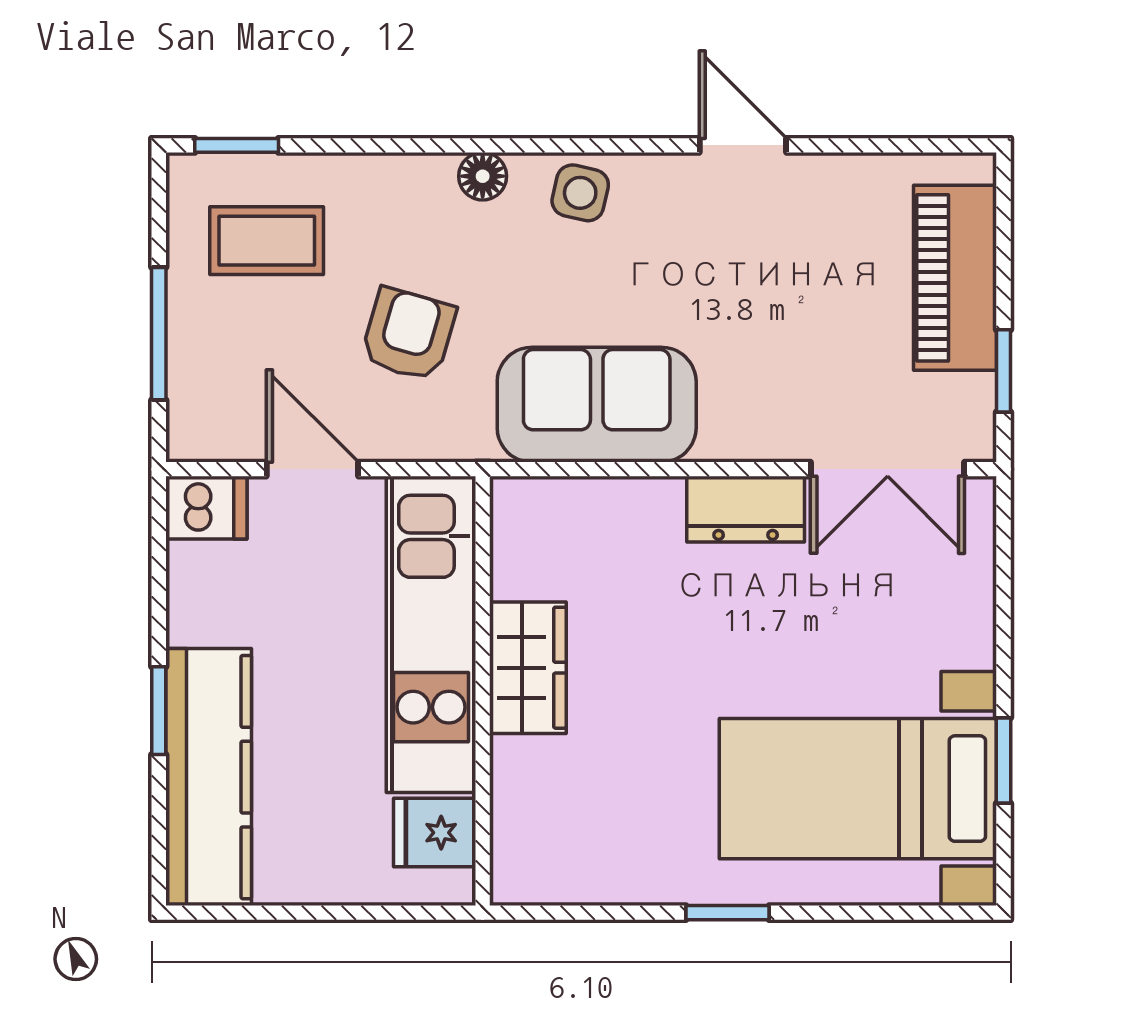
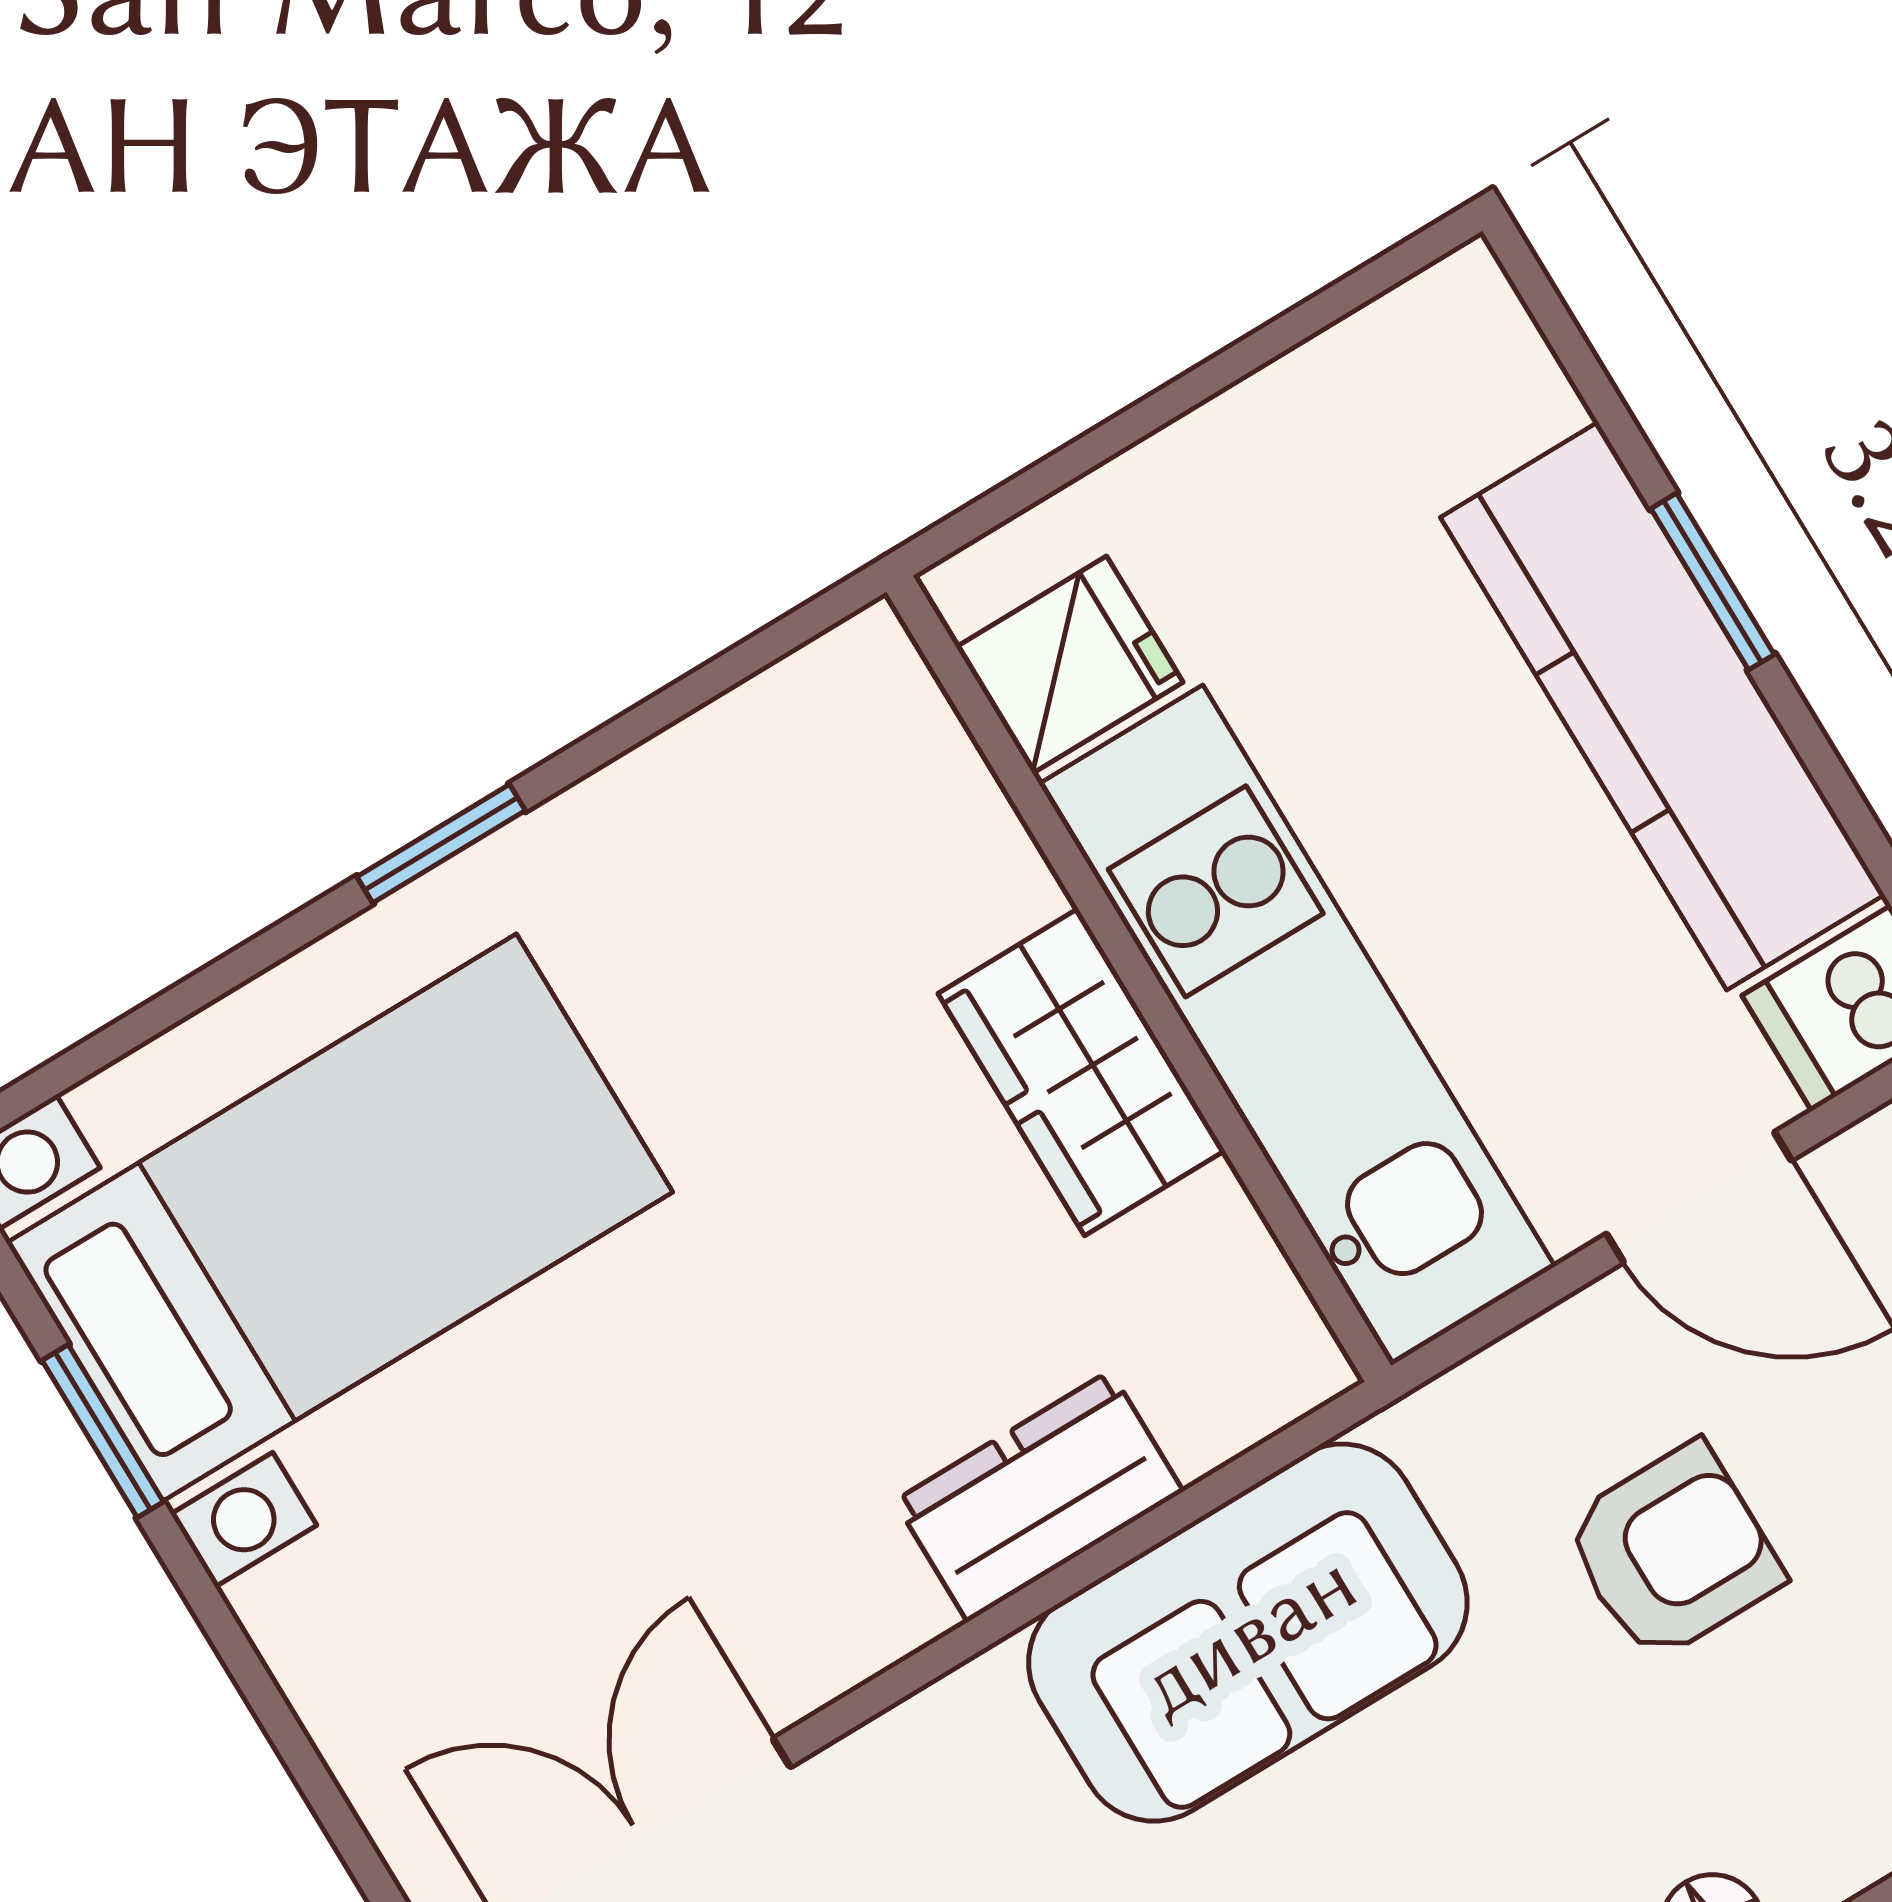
armchair: (408, 334) -> (1673, 1552), turned -106
dresser: (746, 509) -> (1039, 1496), moved
kitchen counter: (209, 777) -> (1663, 706), moved

